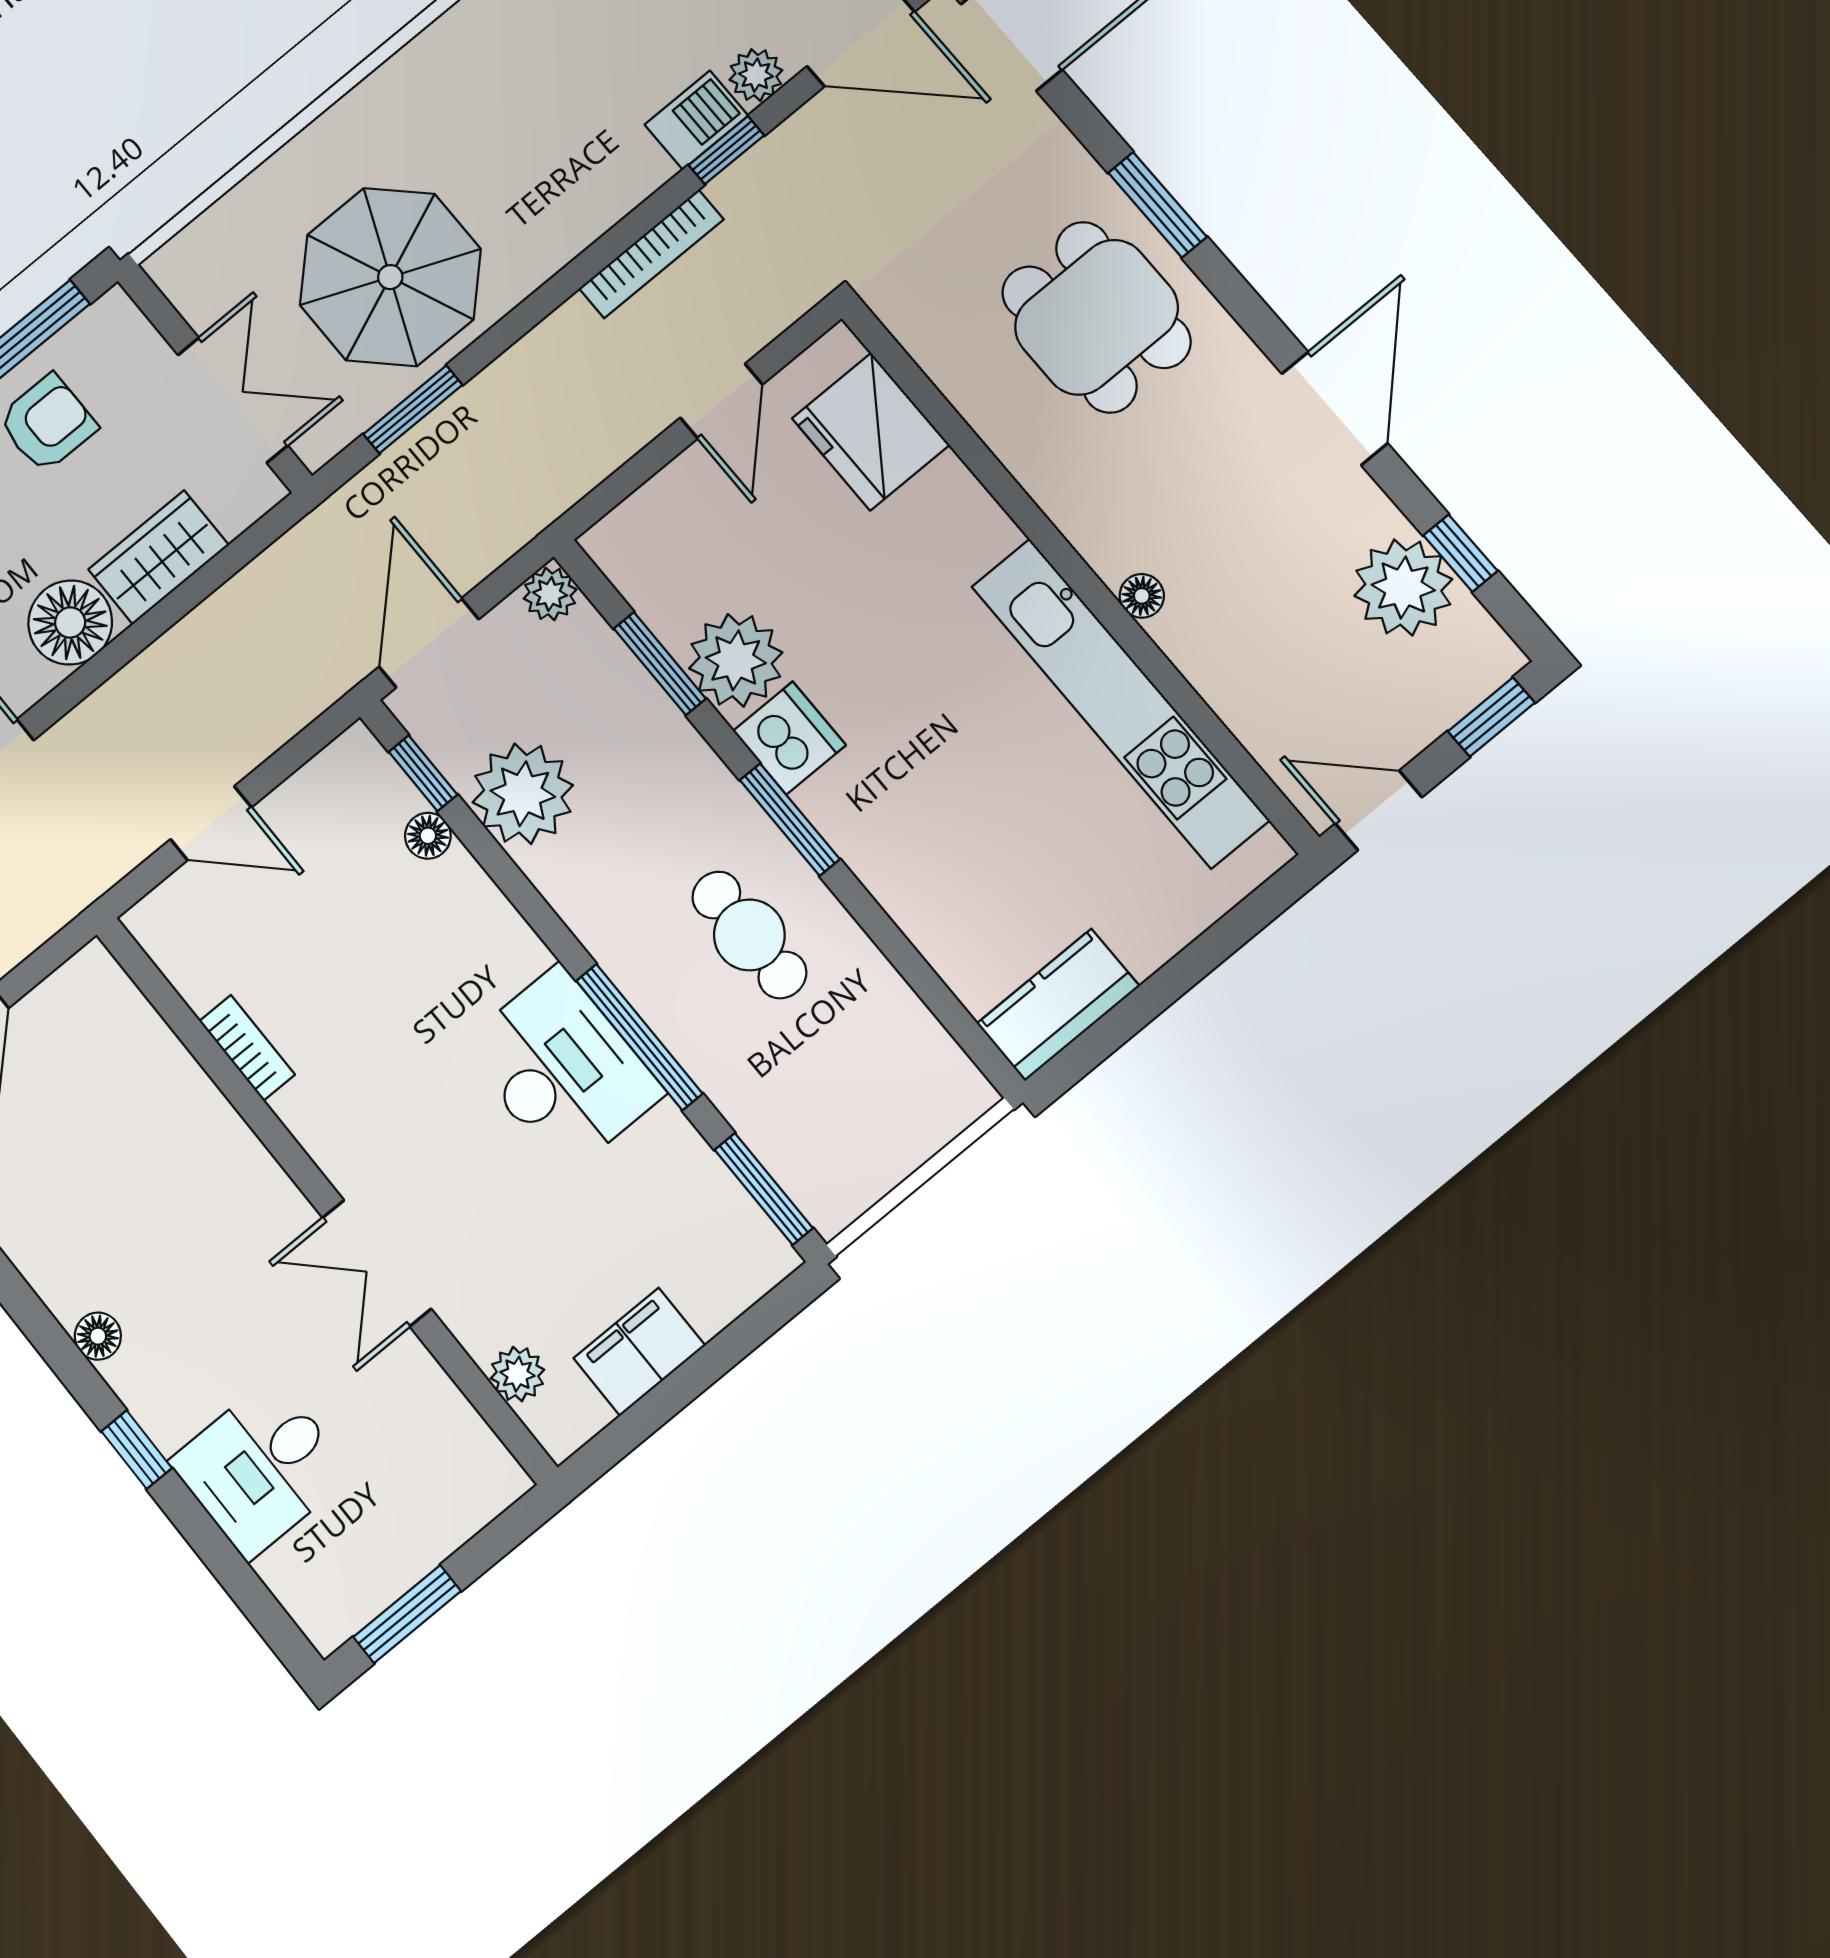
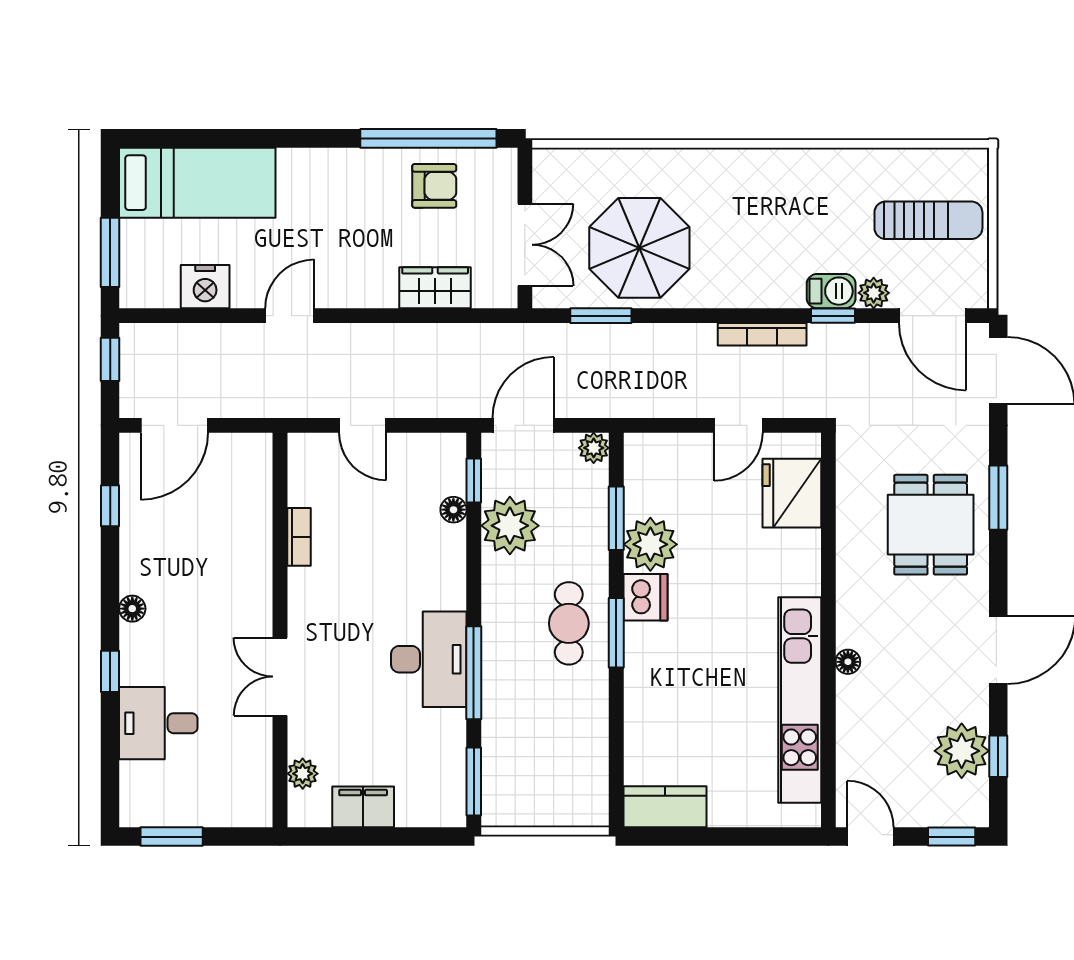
floor lamp: (70, 622) -> (372, 284), removed
cafe table: (749, 935) -> (569, 623), moved

